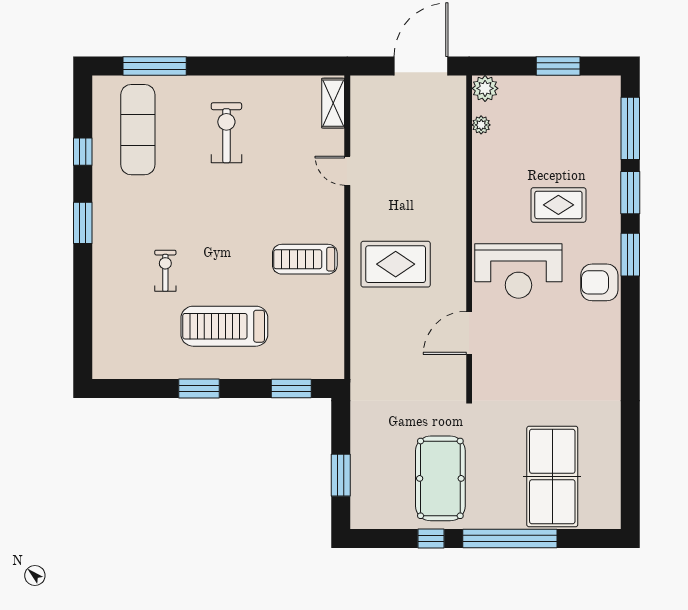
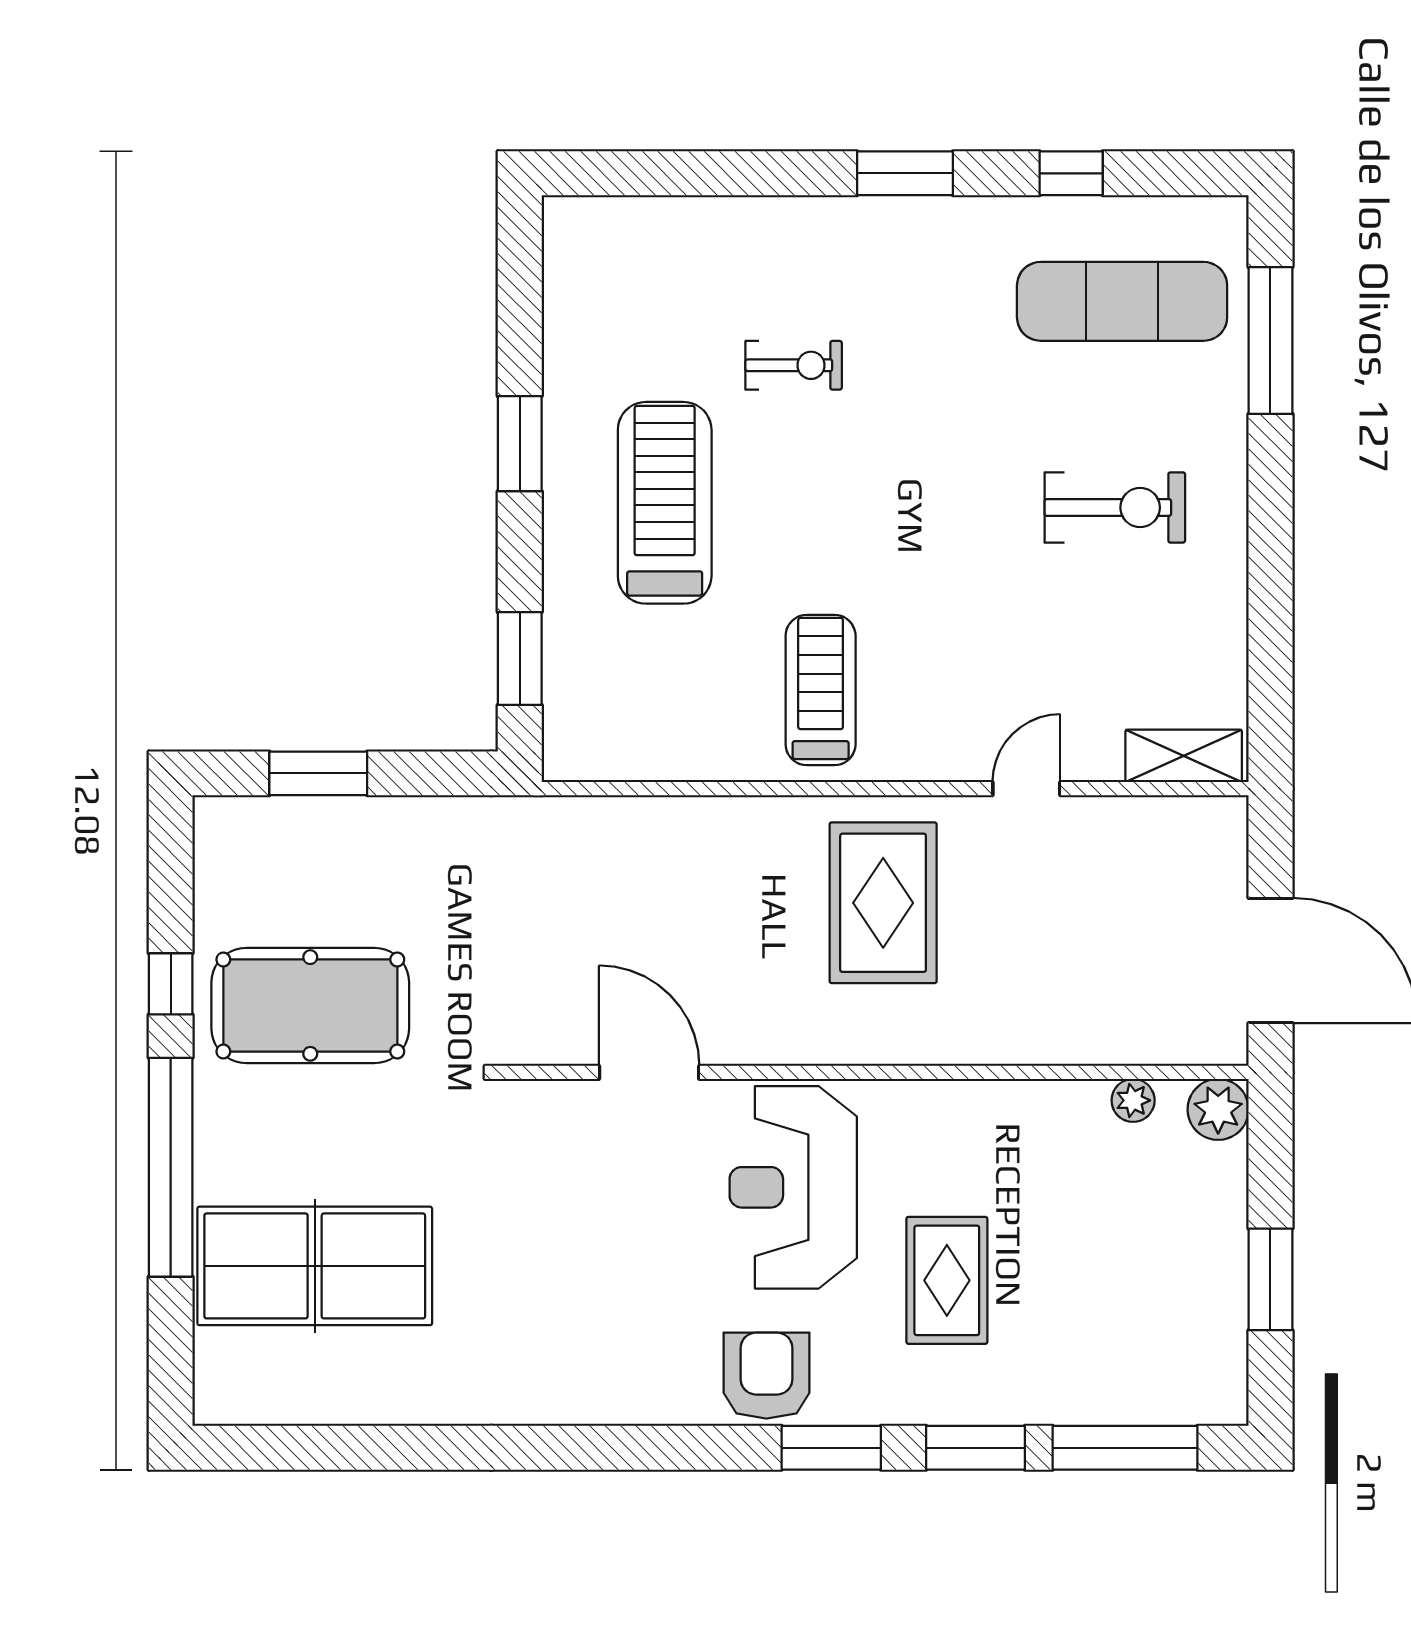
rug: (396, 264) -> (883, 903), moved

